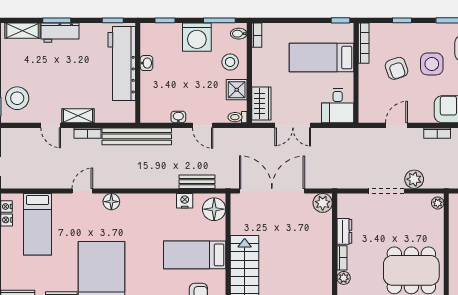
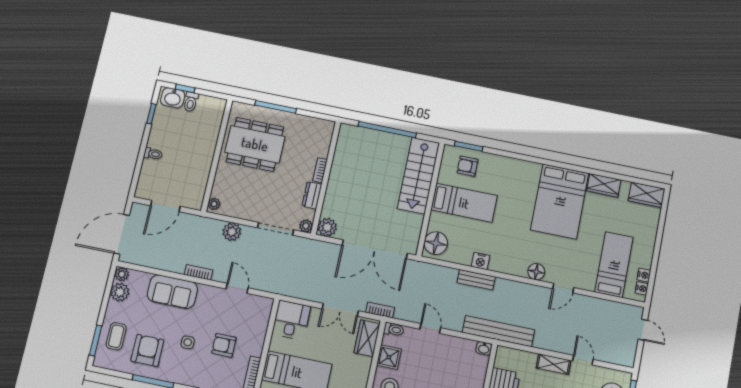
side table: (432, 64) -> (188, 342), width x0.54, depth x0.54
armchair: (397, 68) -> (224, 345), turned -71
washbasin: (178, 117) -> (484, 348), moved
double door: (293, 125) -> (340, 310), swing flipped
door: (396, 125) -> (237, 288), swing flipped
bookcase: (88, 133) -> (380, 310), moved
bench: (197, 182) -> (476, 280), moved
doorway: (386, 191) -> (275, 229), moved
nightstand: (185, 201) -> (481, 261), moved
plant: (344, 278) -> (306, 226), moved

